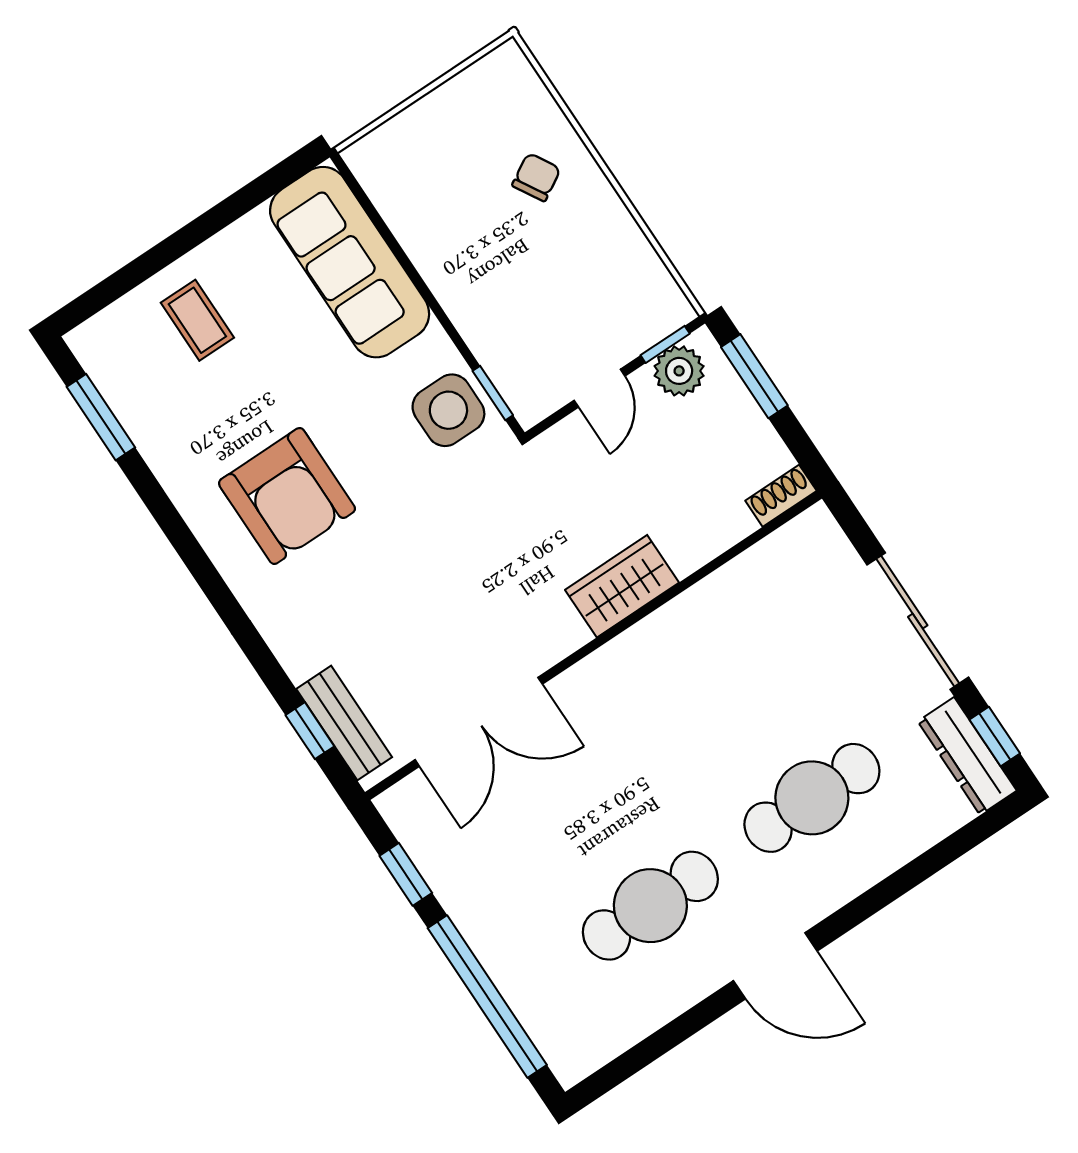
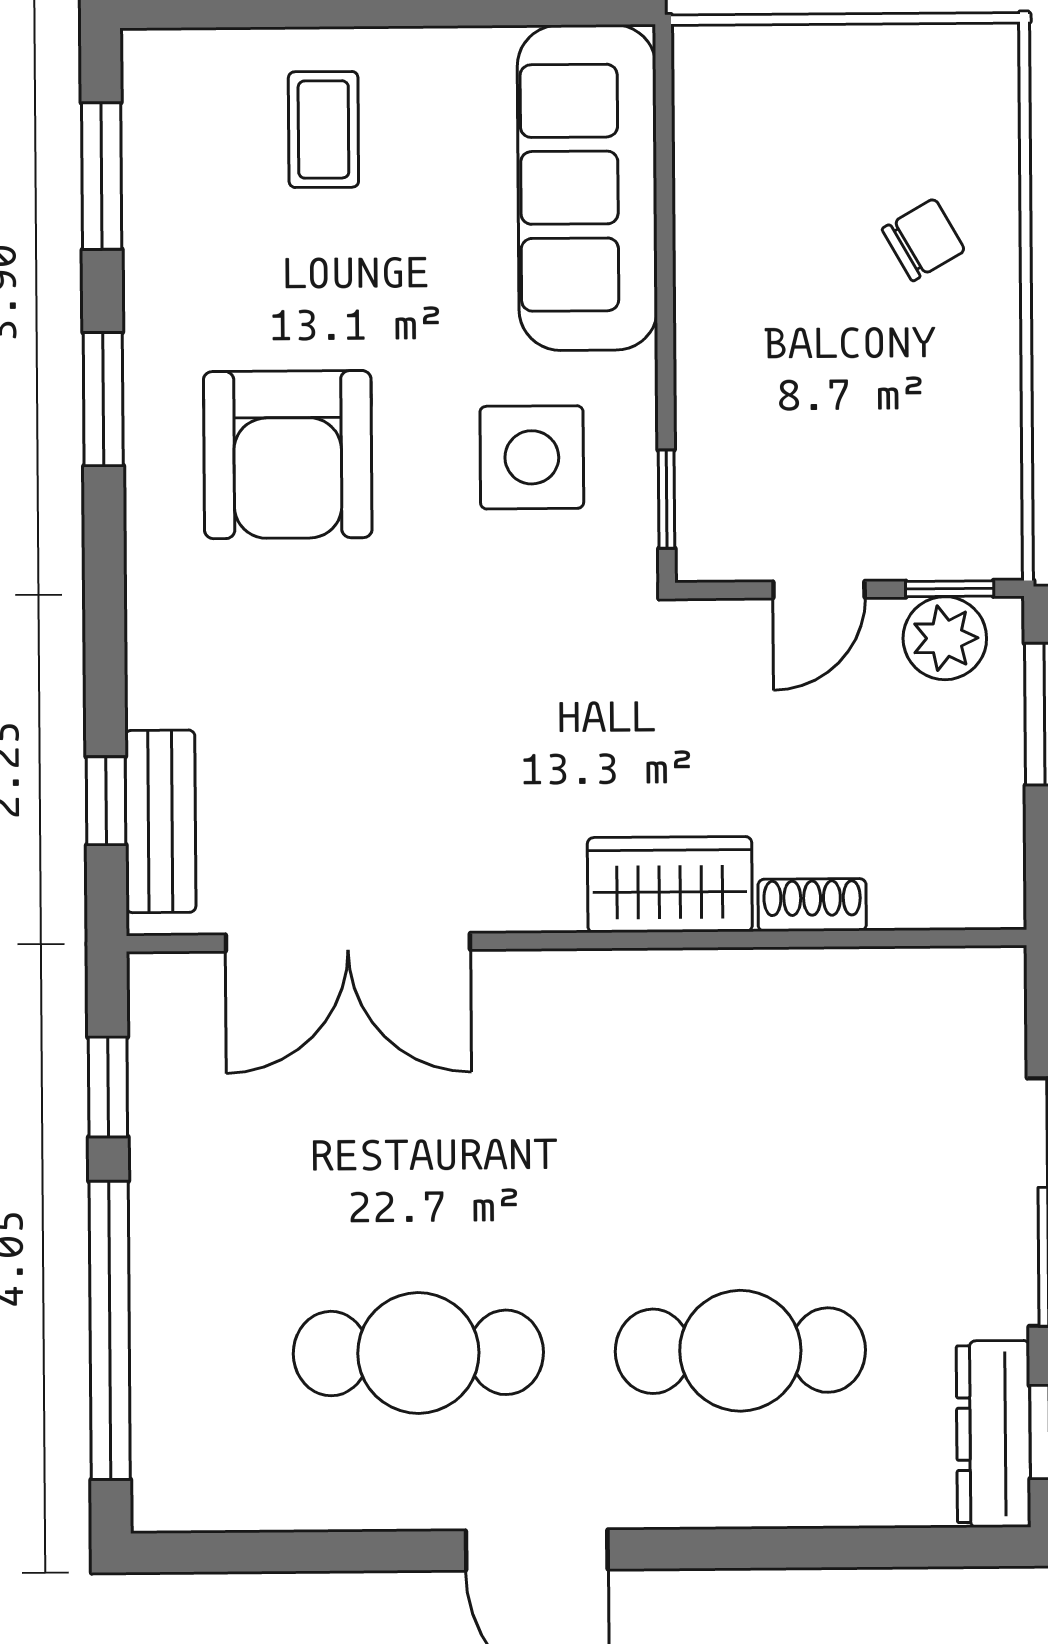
side table: (448, 410) -> (532, 457), moved
shoe rack: (781, 496) -> (812, 905), moved
window: (176, 529) -> (103, 399), added

